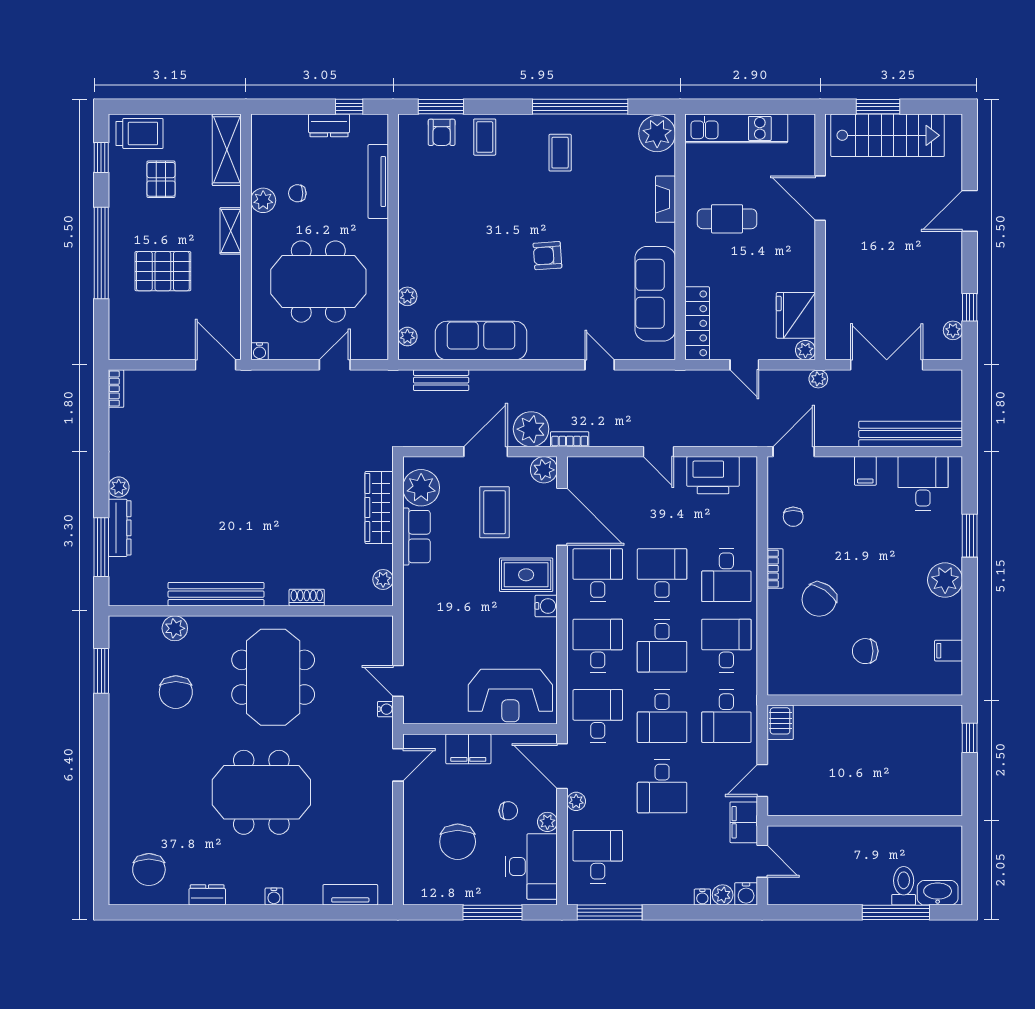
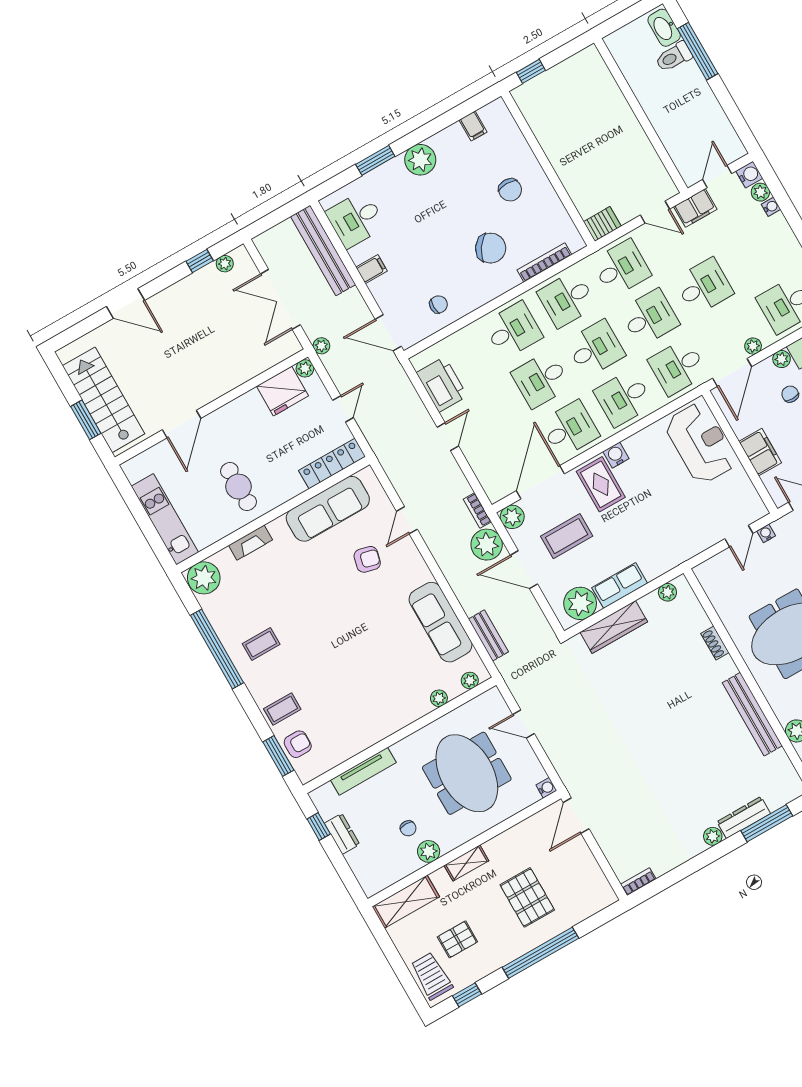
armchair: (547, 256) -> (367, 559), moved, turned -72
bookcase: (775, 569) -> (544, 262), moved, width x1.56
desk: (598, 575) -> (570, 429), turned 180

